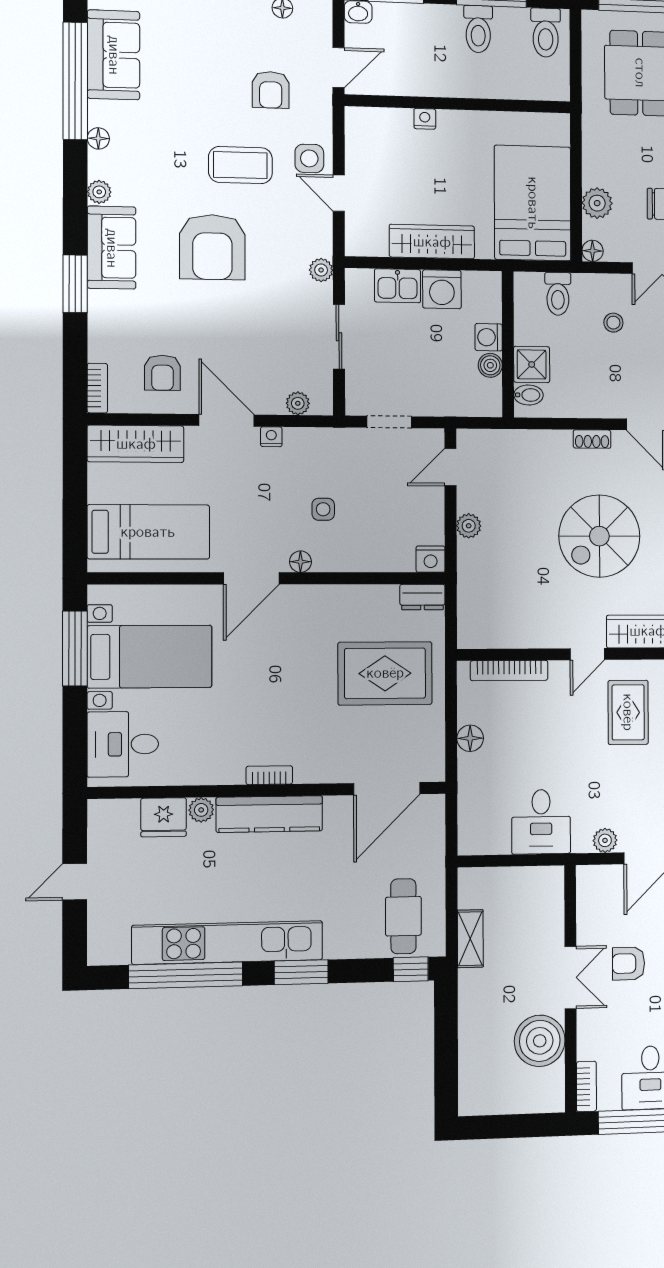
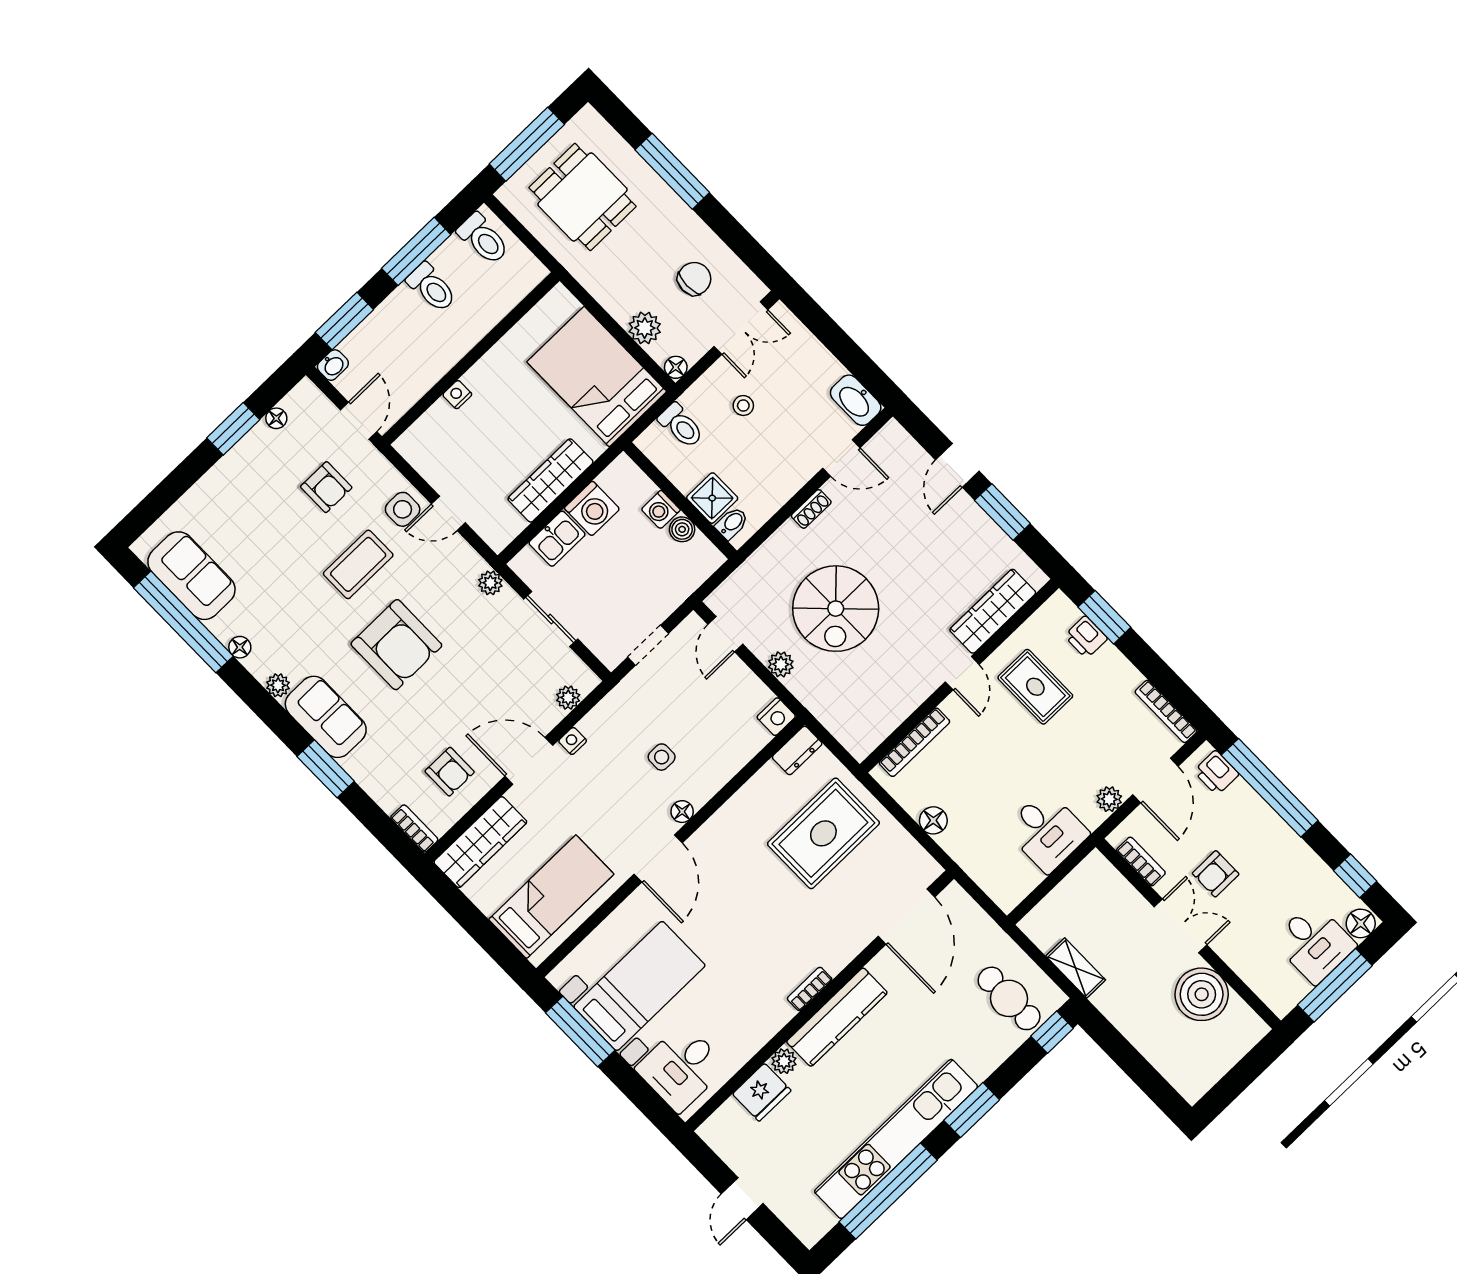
spiral stairs: (599, 536) -> (836, 609), moved
bookcase: (586, 1086) -> (1141, 861), moved

